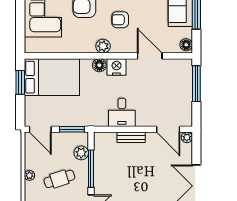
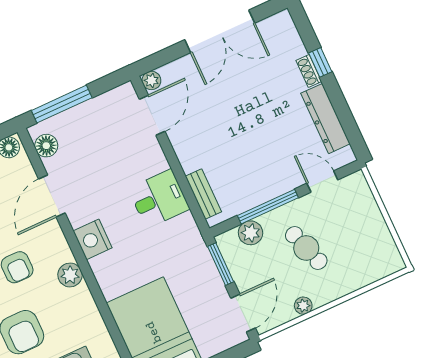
floor lamp: (99, 65) -> (46, 146), moved
bench: (131, 137) -> (203, 194), moved
plant: (29, 175) -> (303, 306), moved

